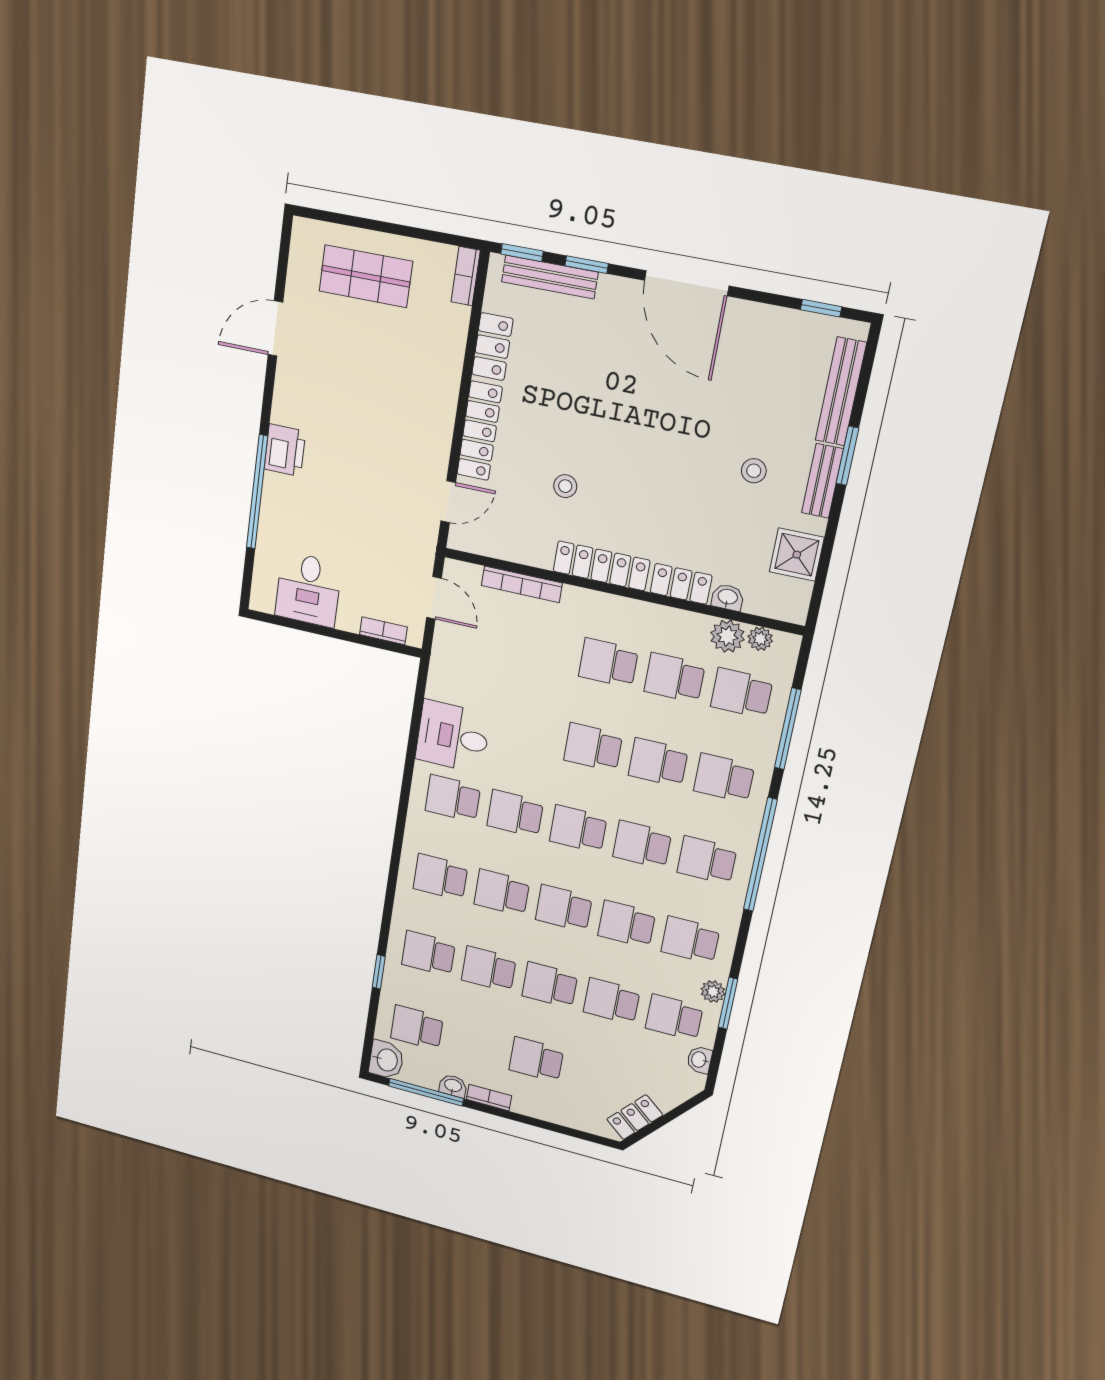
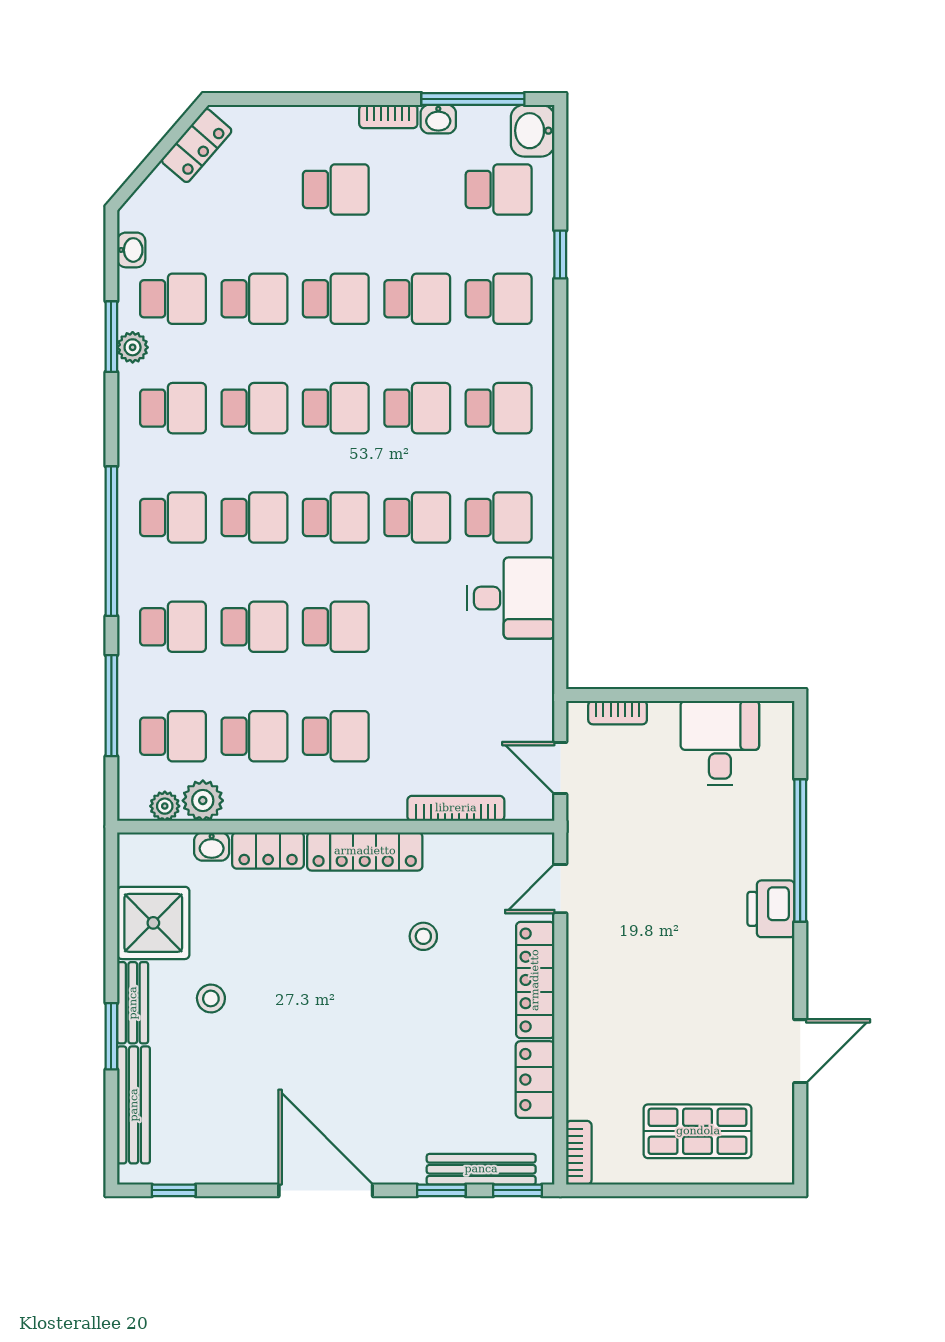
shower: (797, 555) -> (153, 923), width x1.36, depth x1.36

